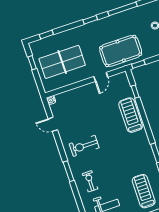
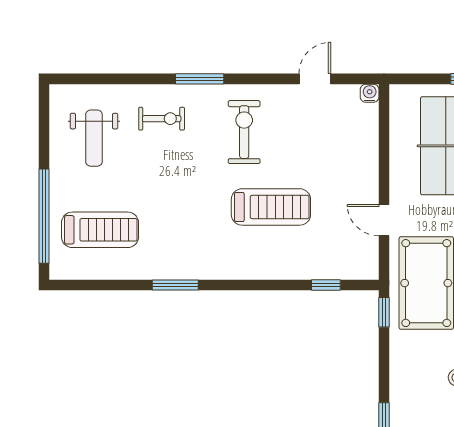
treadmill: (131, 115) -> (271, 207), moved

